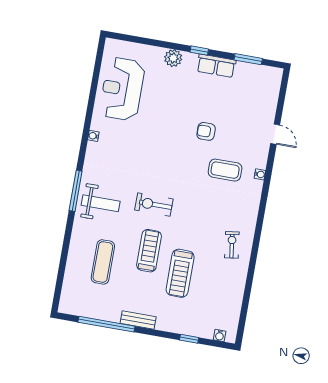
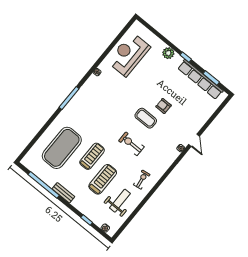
row of seats: (216, 66) -> (200, 79), width x2.02
door: (275, 134) -> (194, 140), moved
coffee table: (225, 170) -> (146, 118), moved
weight bench: (101, 203) -> (120, 201), moved, turned -90
exercise bike: (154, 205) -> (131, 144), moved
exercise mat: (103, 262) -> (62, 148), width x2.00, depth x1.45
treadmill: (180, 273) -> (103, 179), turned 180

